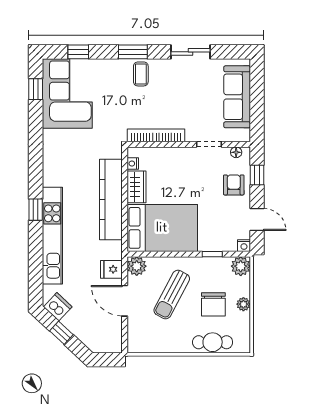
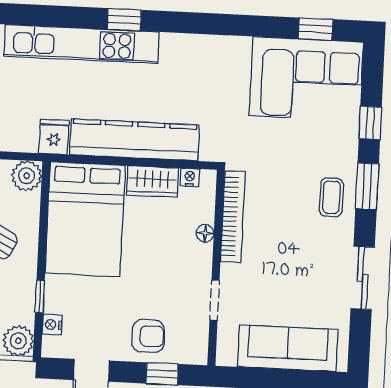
window: (78, 52) -> (370, 123), moved
coffee table: (141, 74) -> (331, 197), turned 90
floor lamp: (236, 152) -> (205, 233), moved
nightstand: (244, 246) -> (52, 325), moved
fridge: (111, 269) -> (54, 137), moved

